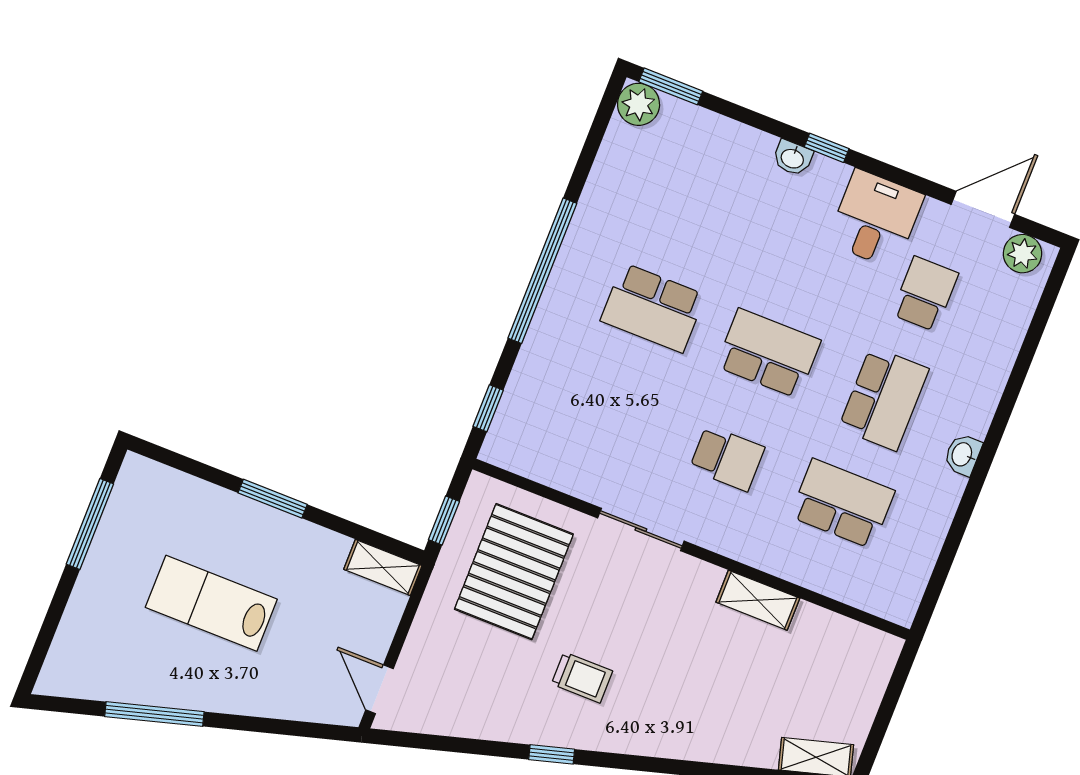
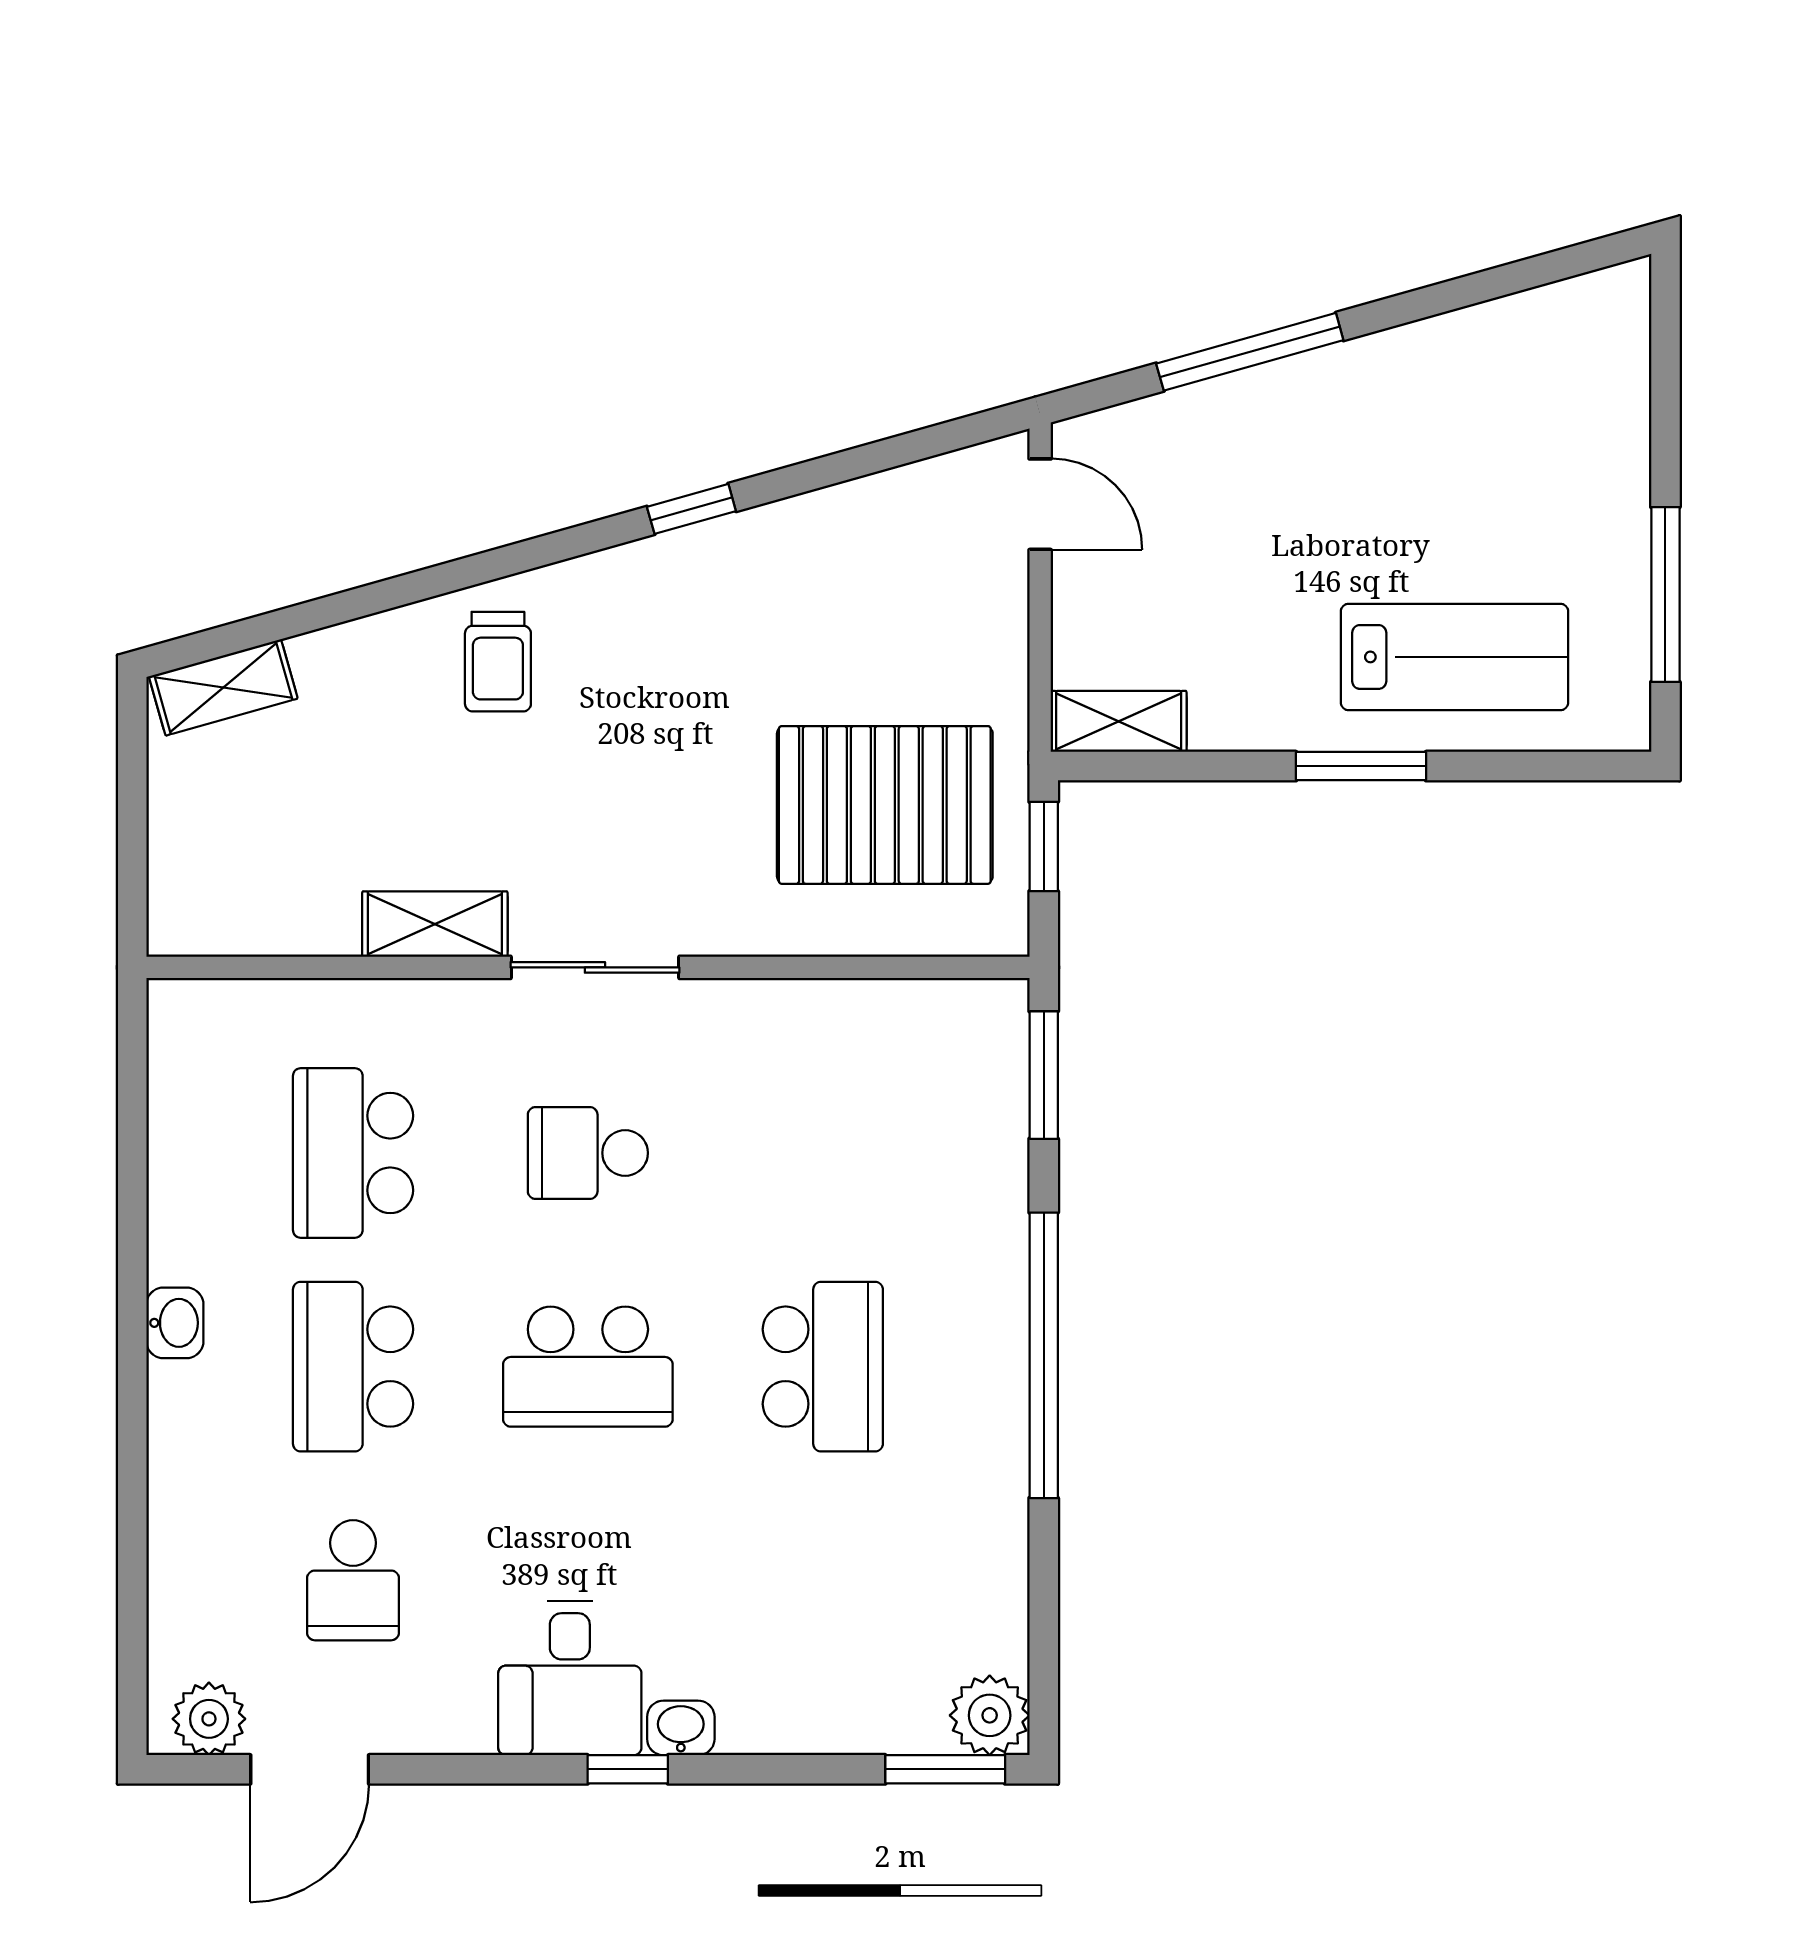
desk: (875, 219) -> (570, 1678), moved
school desk: (653, 308) -> (823, 1367), turned 90
window: (488, 408) -> (1044, 1075), width x1.50
school desk: (842, 504) -> (353, 1153), turned 90
sliding door: (641, 530) -> (595, 967), moved
pallet: (514, 572) -> (885, 805), turned 90
lab bench: (211, 603) -> (1454, 657), moved
trolley: (582, 677) -> (498, 662), moved, turned -90
window: (154, 714) -> (1250, 352), moved

